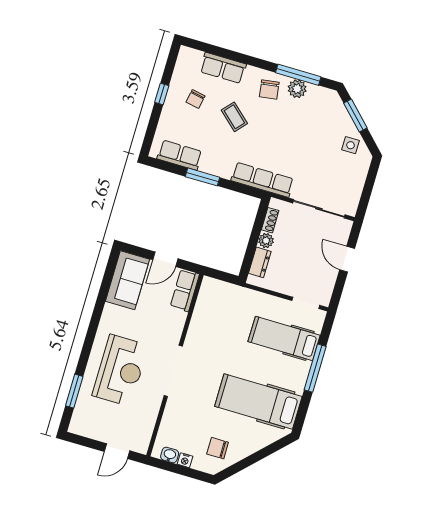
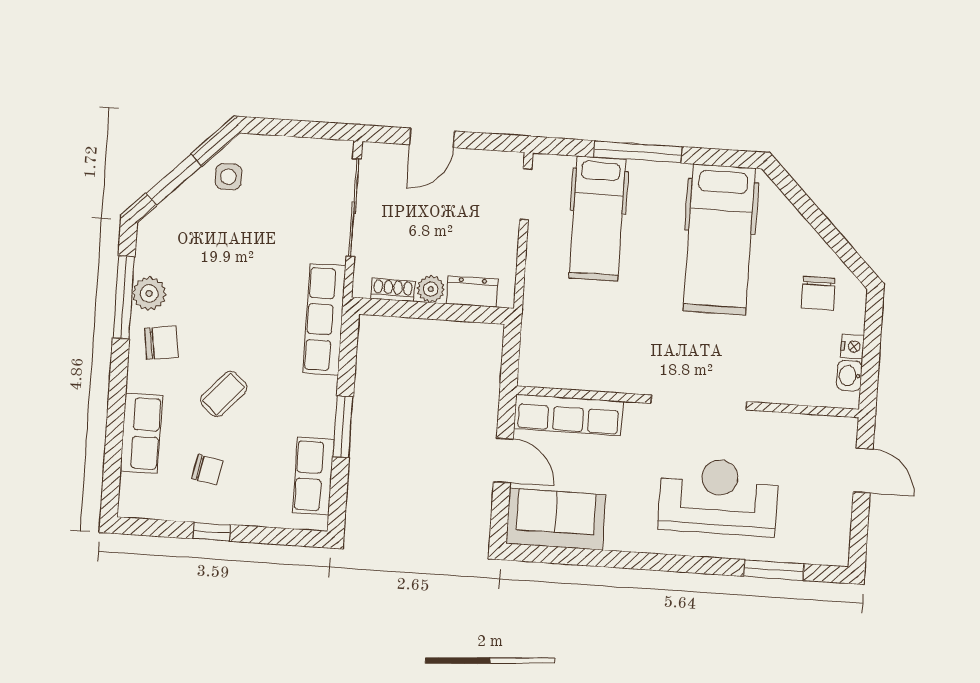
row of seats: (185, 290) -> (568, 415), width x1.48

